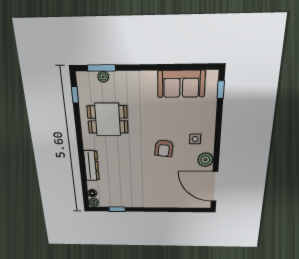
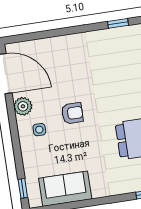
armchair: (164, 148) -> (72, 113), turned 83

